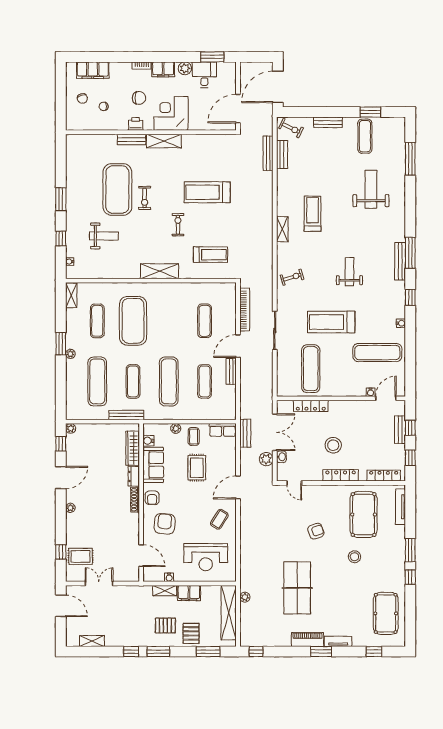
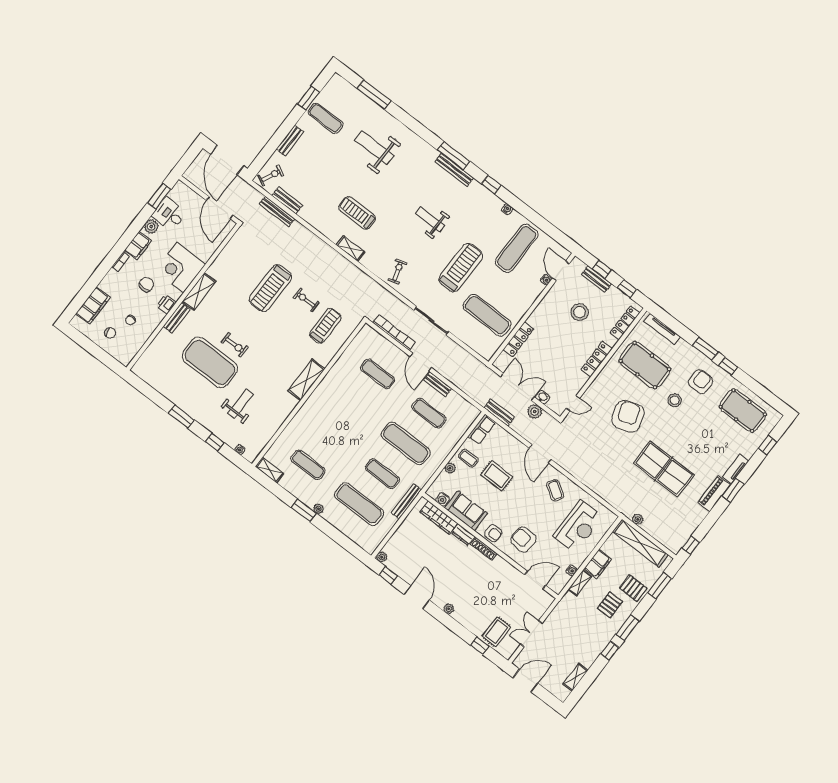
exercise bike: (178, 225) -> (306, 300), moved
exercise mat: (133, 321) -> (331, 434), removed
treadmill: (331, 322) -> (461, 267), turned 180
stool: (333, 445) -> (580, 312), moved
armchair: (316, 531) -> (628, 416), width x1.88, depth x1.88
armchair: (383, 565) -> (701, 382), added

